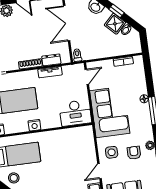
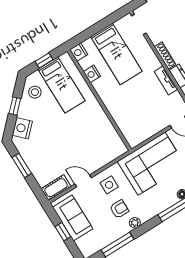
desk: (75, 113) -> (134, 127), removed
nightstand: (34, 125) -> (92, 74), moved

